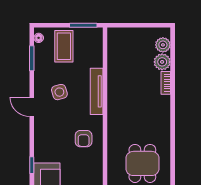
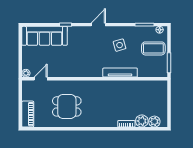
door: (32, 107) -> (98, 25), moved
armchair: (84, 139) -> (85, 63), removed

